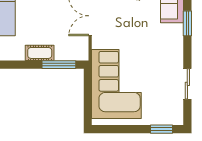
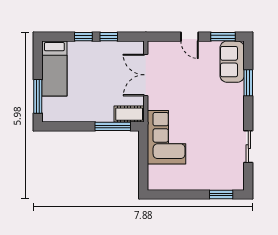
cot: (40, 53) -> (129, 114), moved
corner sofa: (116, 84) -> (167, 137), width x0.73, depth x0.74

